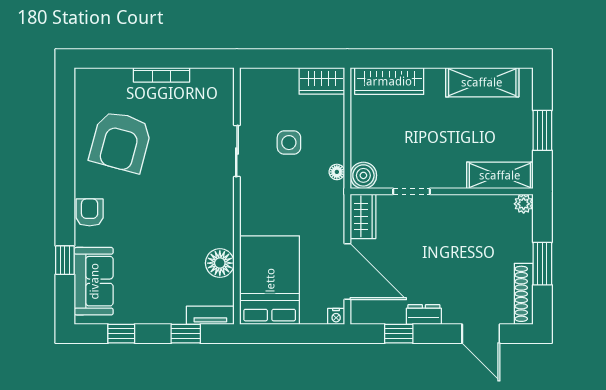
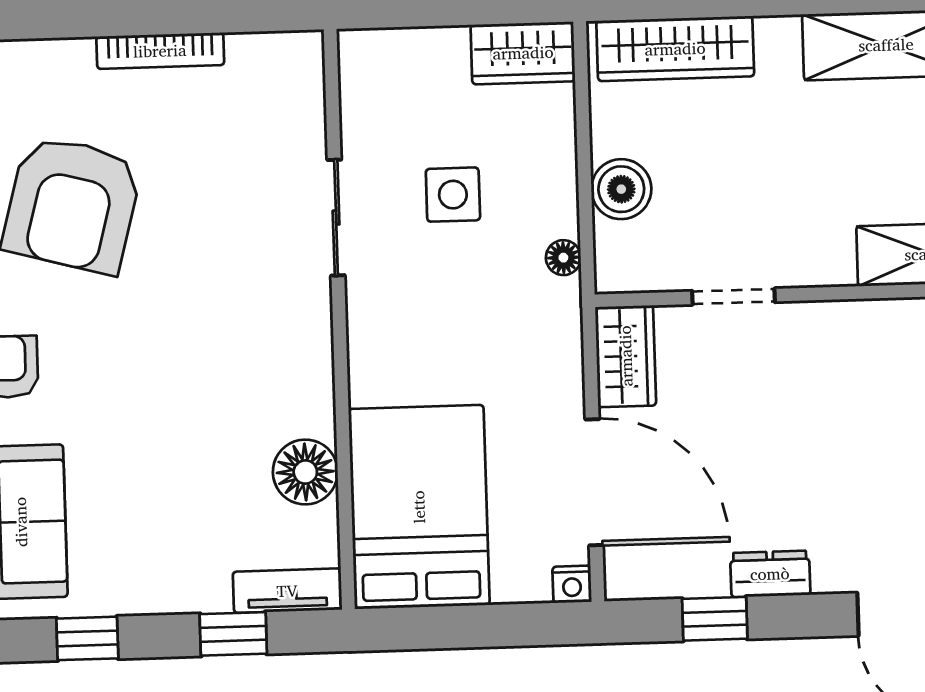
boiler: (363, 175) -> (621, 189), moved

